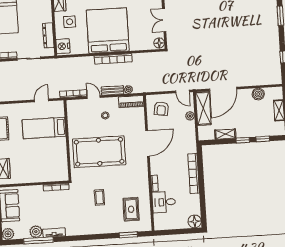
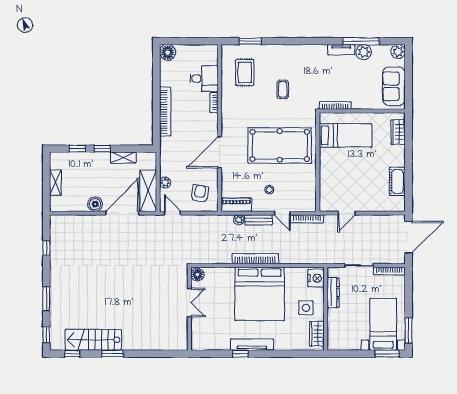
boiler: (258, 94) -> (95, 204), moved
bed: (44, 128) -> (346, 135), moved

